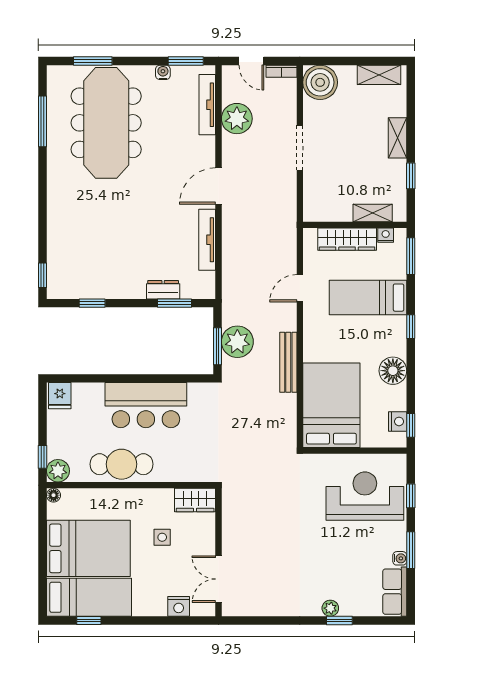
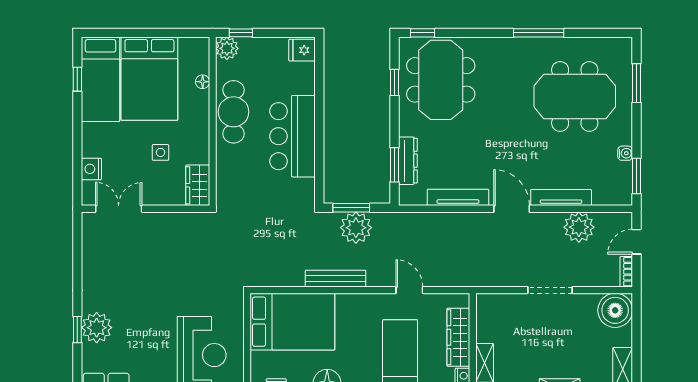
tv unit: (207, 105) -> (561, 197), moved
window: (43, 121) -> (539, 33), moved
meeting table: (106, 123) -> (575, 96), width x0.73
meeting table: (90, 257) -> (441, 80), added
dresser: (163, 290) -> (408, 161), width x1.44
floor lamp: (54, 495) -> (203, 82), moved
plant: (330, 608) -> (97, 328), width x1.88, depth x1.88

